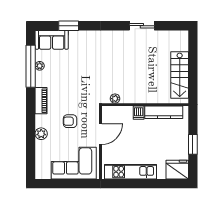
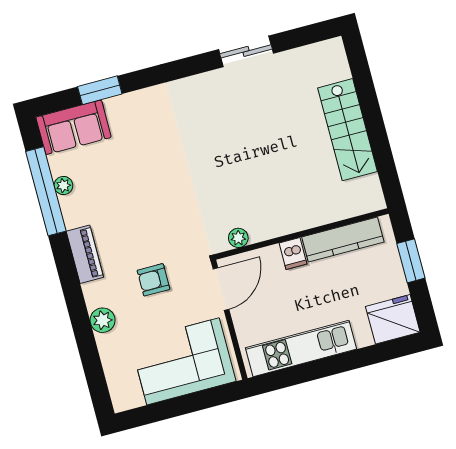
plant: (115, 99) -> (238, 238), moved
wall: (145, 105) -> (302, 234), moved
kitchen counter: (164, 112) -> (343, 239), moved
dishwasher: (139, 113) -> (293, 253), moved

